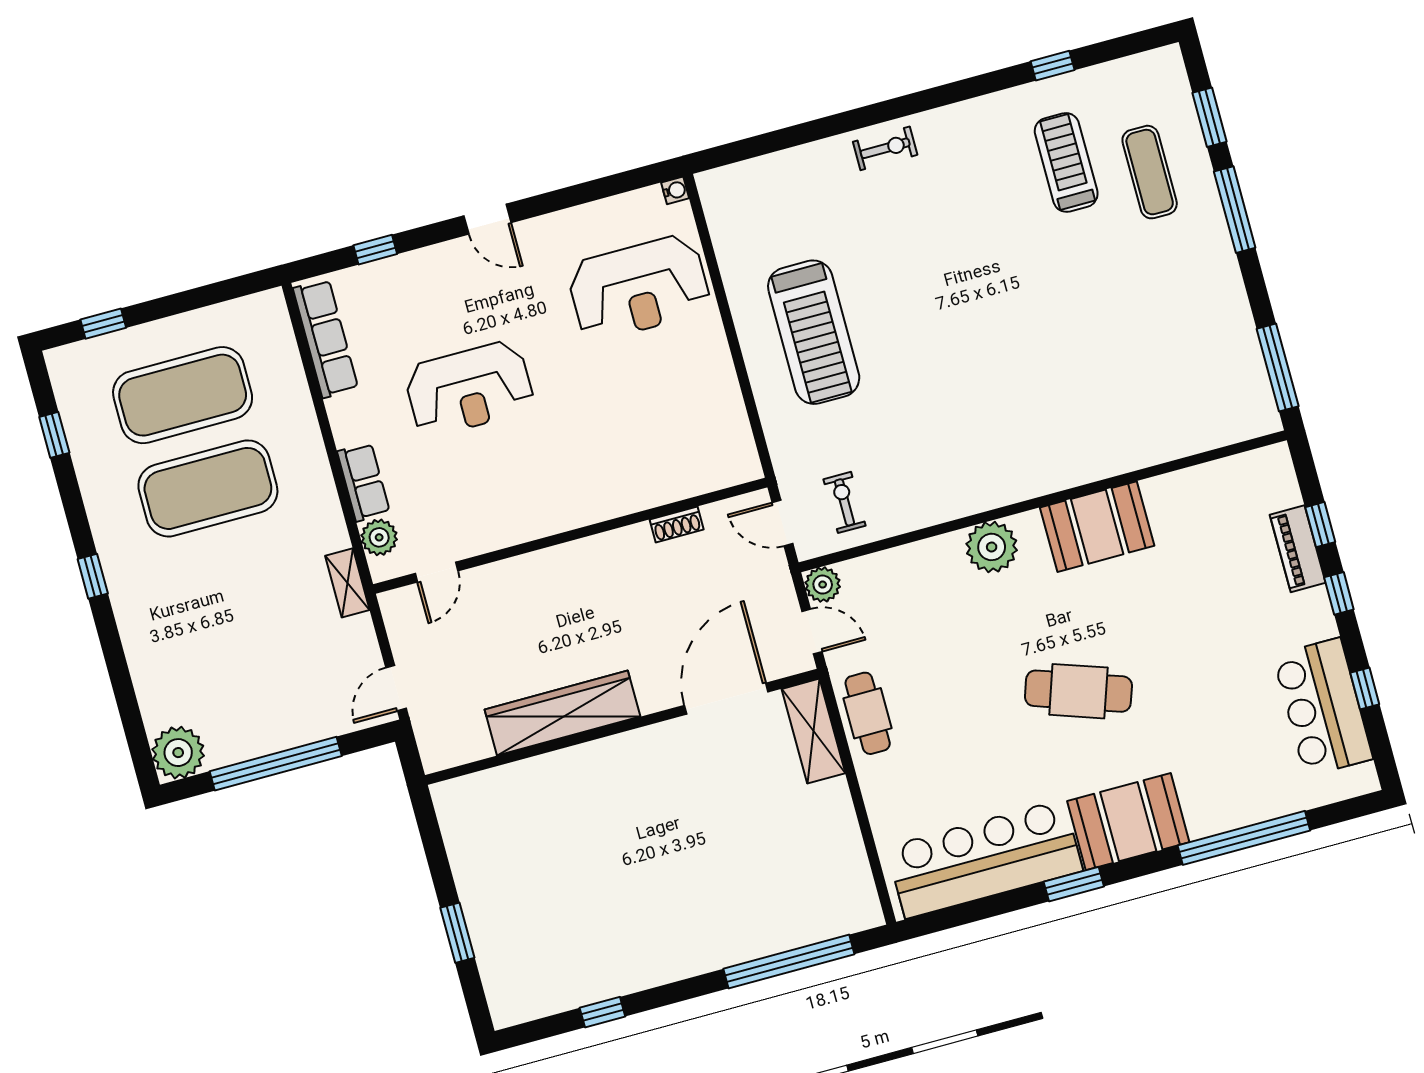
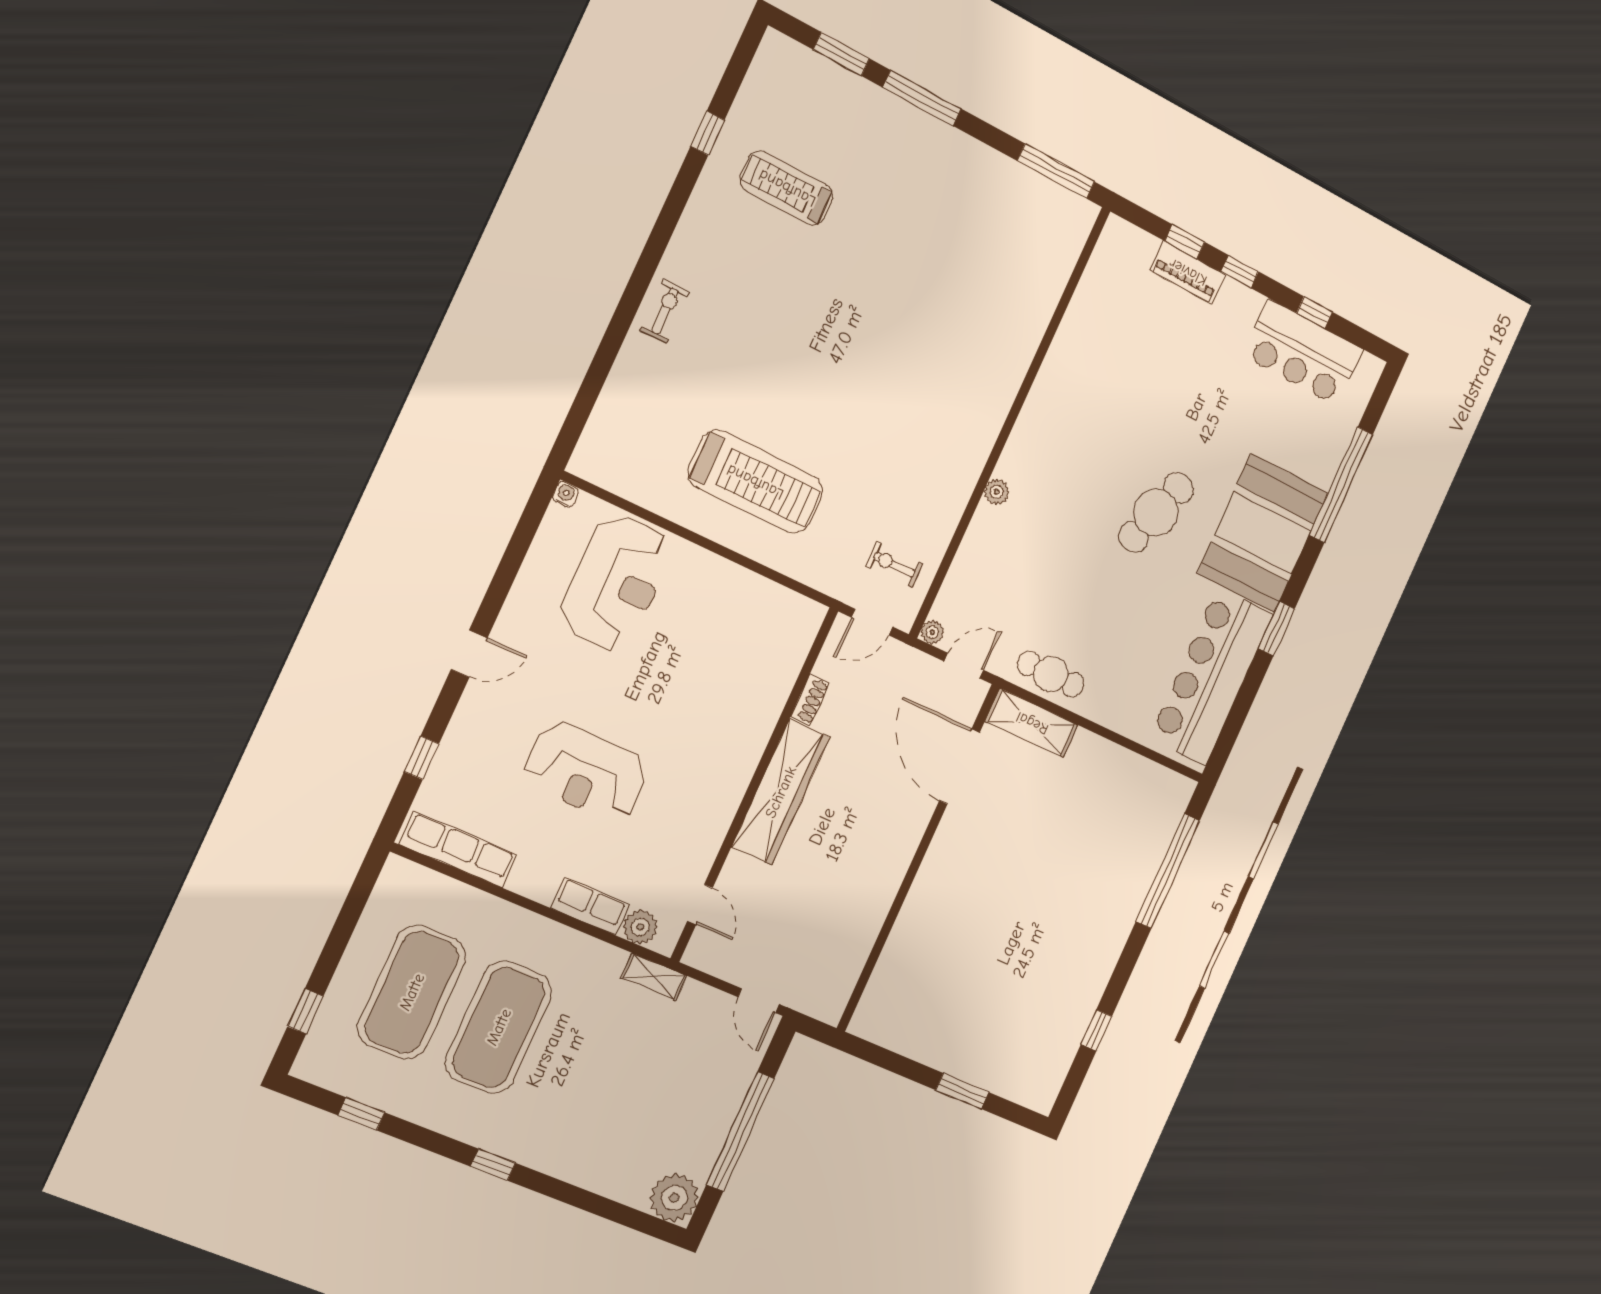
exercise mat: (1150, 172) -> (844, 134), removed
reception desk: (469, 389) -> (586, 772), turned 90
booth: (1097, 527) -> (1058, 399), removed
plant: (992, 547) -> (997, 492), width x0.53, depth x0.53
plant: (823, 585) -> (932, 632), width x0.73, depth x0.73
wardrobe: (562, 713) -> (781, 792), moved, turned 180
booth: (1128, 822) -> (1263, 533), width x1.36, depth x1.42

